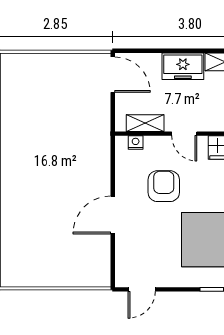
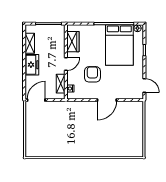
armchair: (164, 186) -> (92, 74), turned 90
door: (113, 215) -> (107, 100), hinge flipped

